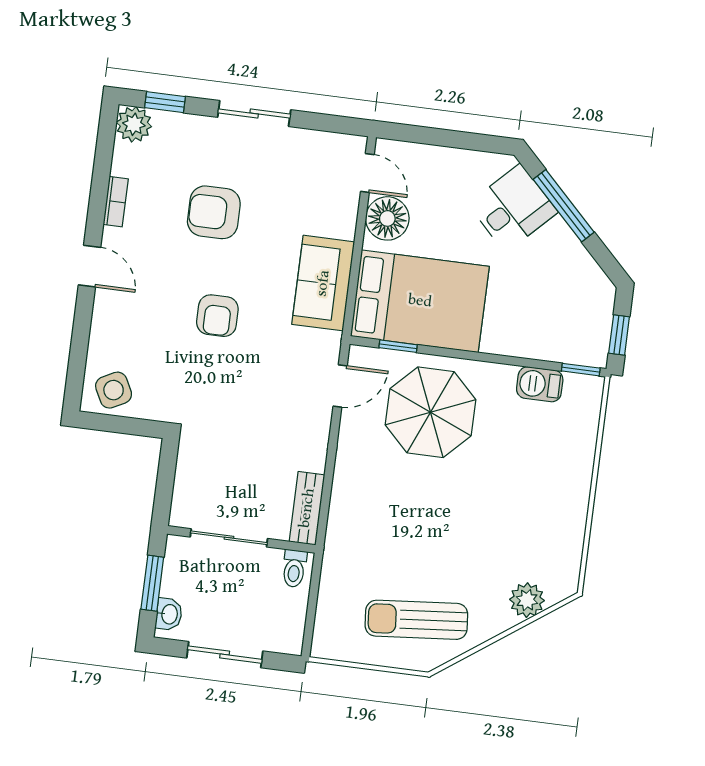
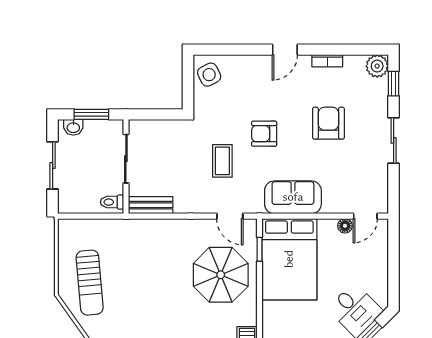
floor lamp: (387, 218) -> (345, 226), width x0.53, depth x0.53
coffee table: (252, 387) -> (222, 161), added
sun lounger: (416, 620) -> (90, 283), turned 180

